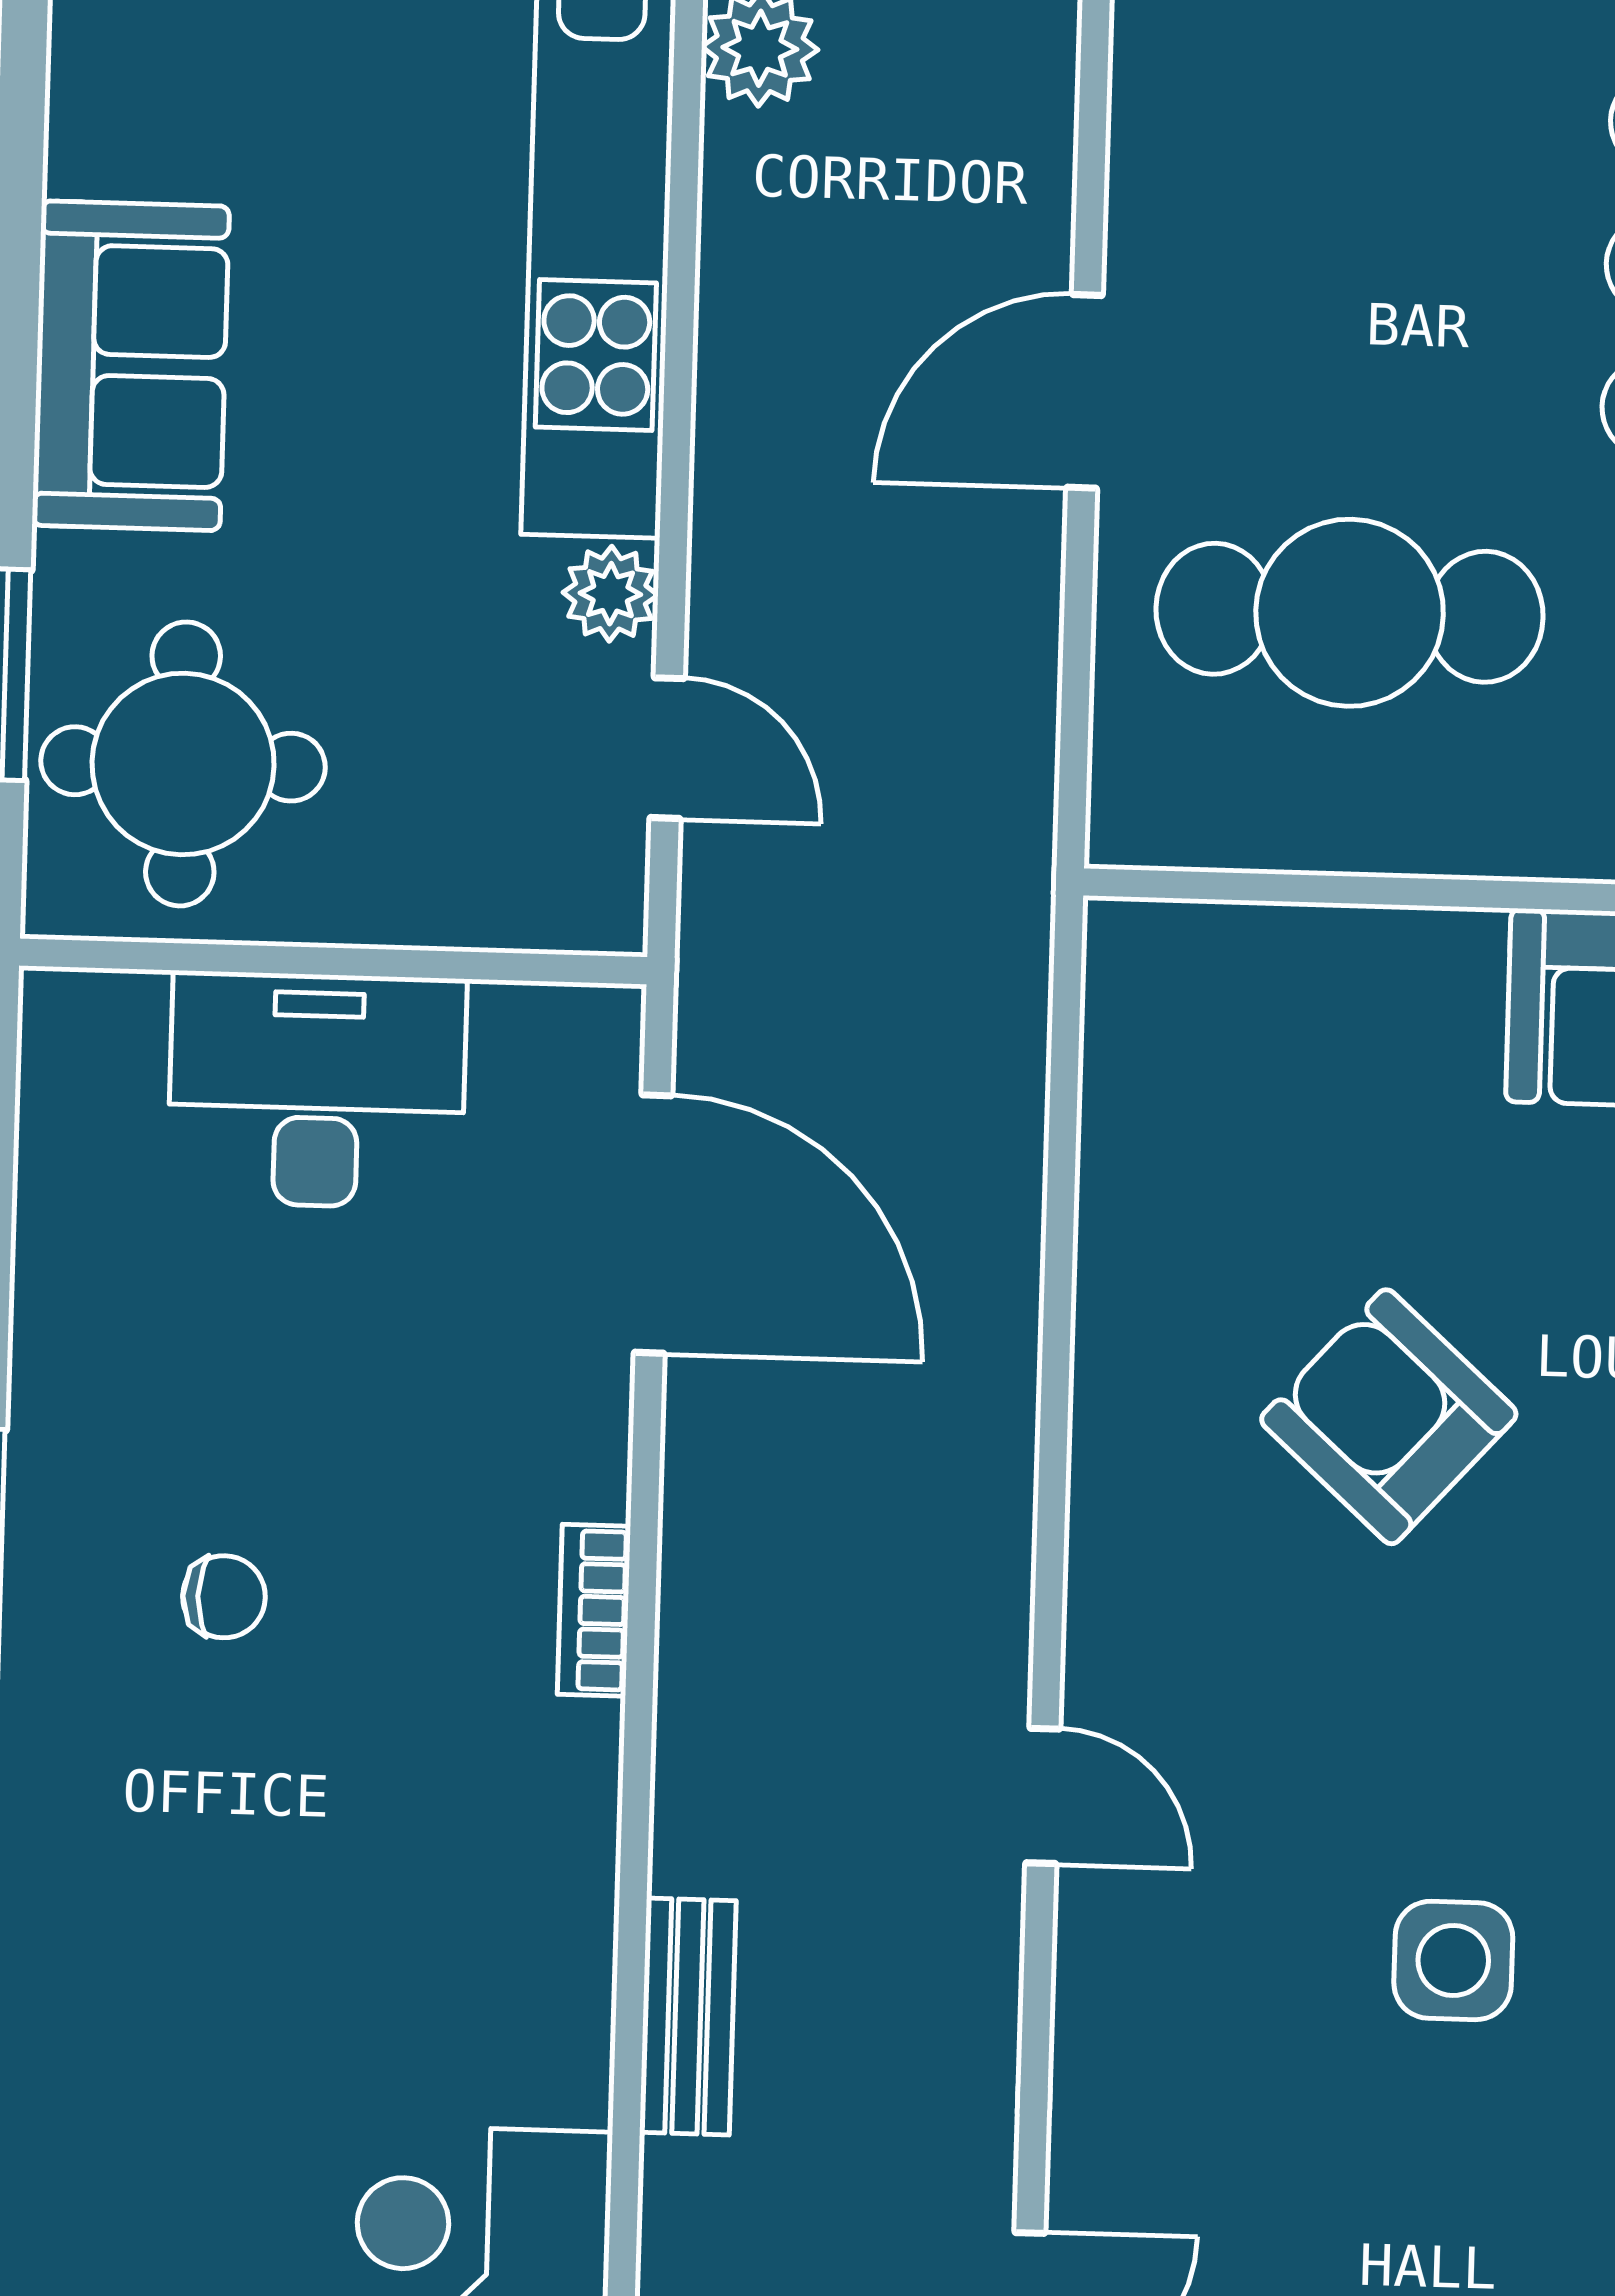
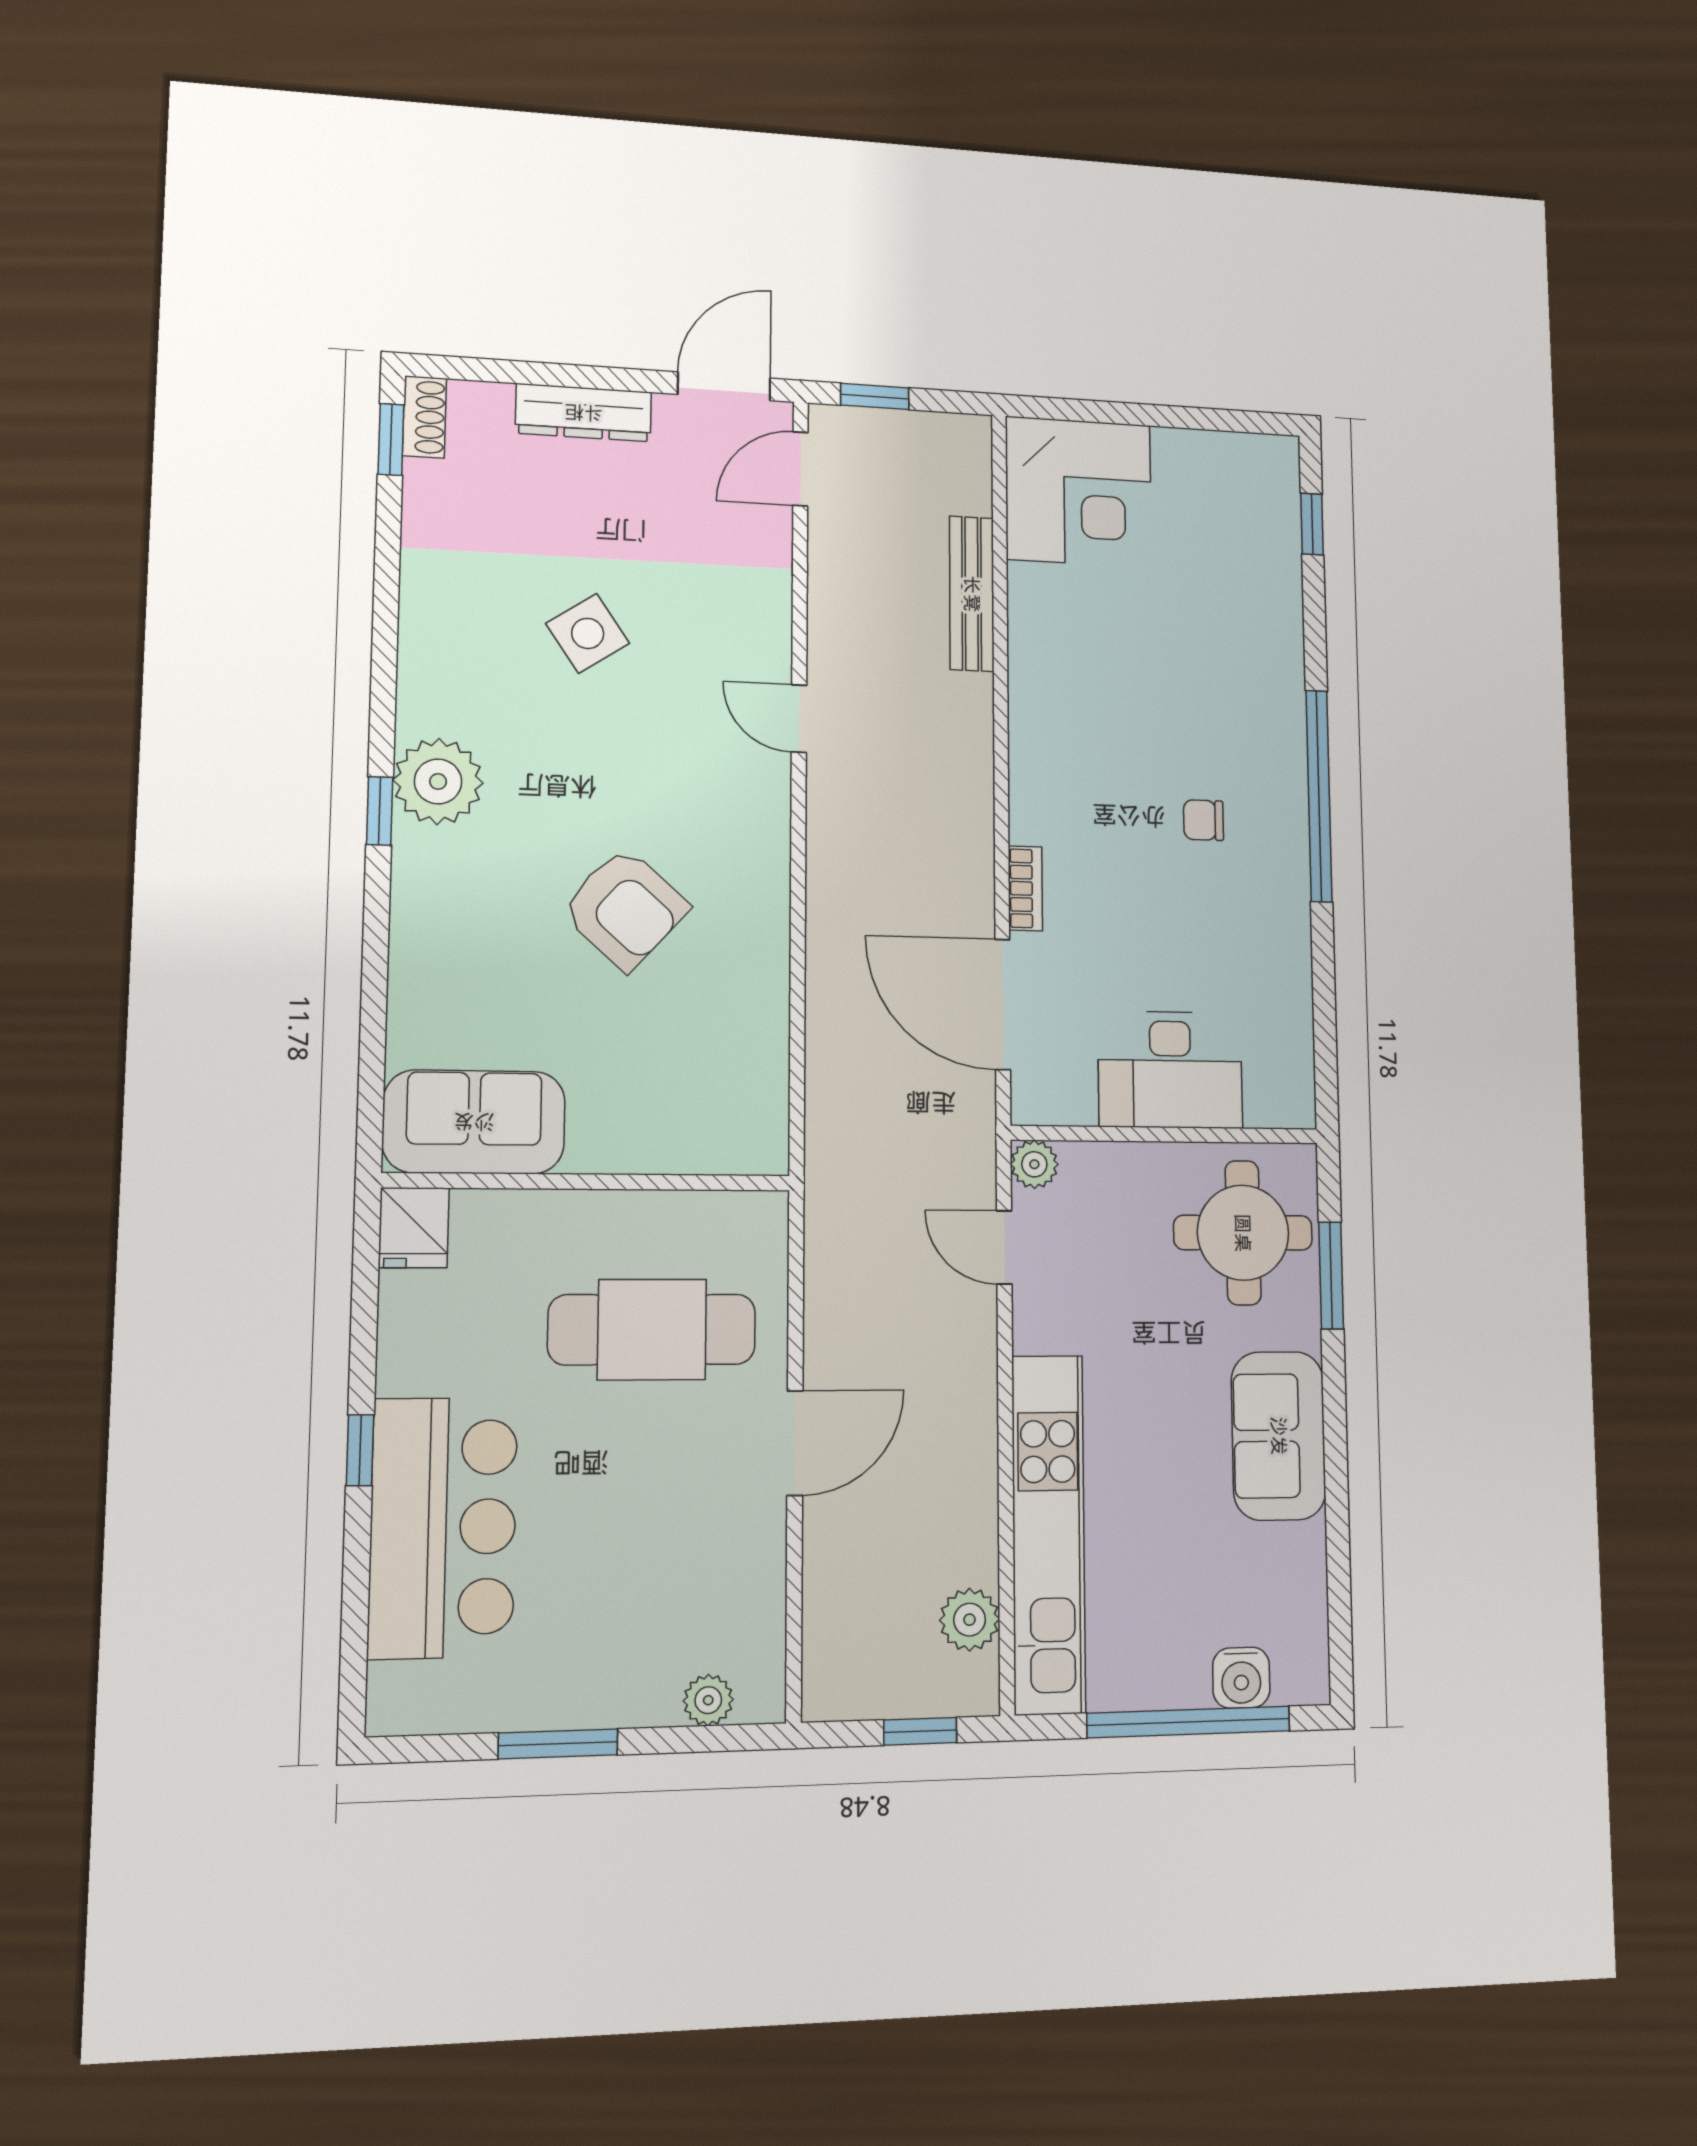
plant: (610, 594) -> (1034, 1164), moved
bookcase: (594, 1610) -> (1025, 888), moved
side table: (1453, 1960) -> (588, 633), turned -34
bench: (688, 2016) -> (972, 594), width x1.36

